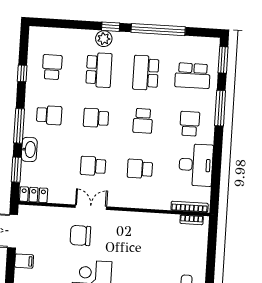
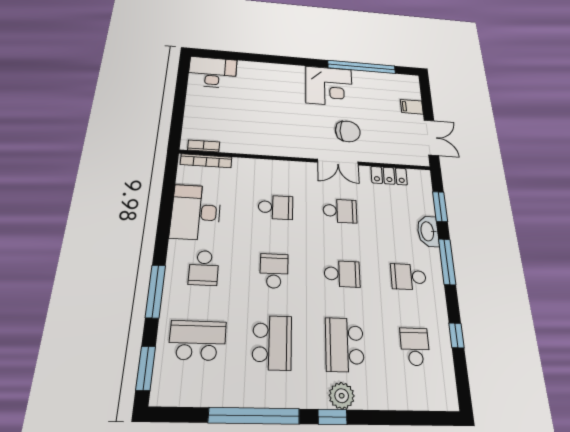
school desk: (52, 67) -> (415, 347), turned 180
locker: (34, 195) -> (389, 176), moved

